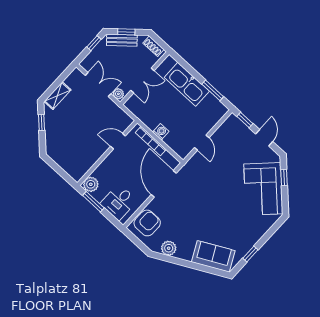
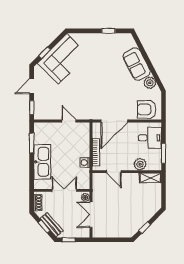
shelving: (58, 96) -> (150, 178), moved
washing machine: (161, 132) -> (85, 162), moved
door: (202, 143) -> (69, 121), hinge flipped
plant: (91, 184) -> (140, 164), moved
sofa: (213, 256) -> (137, 64), moved

